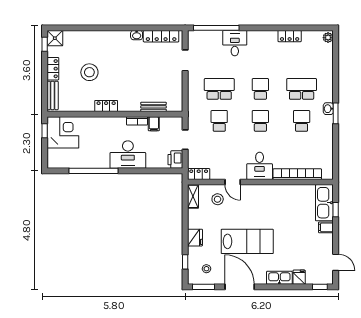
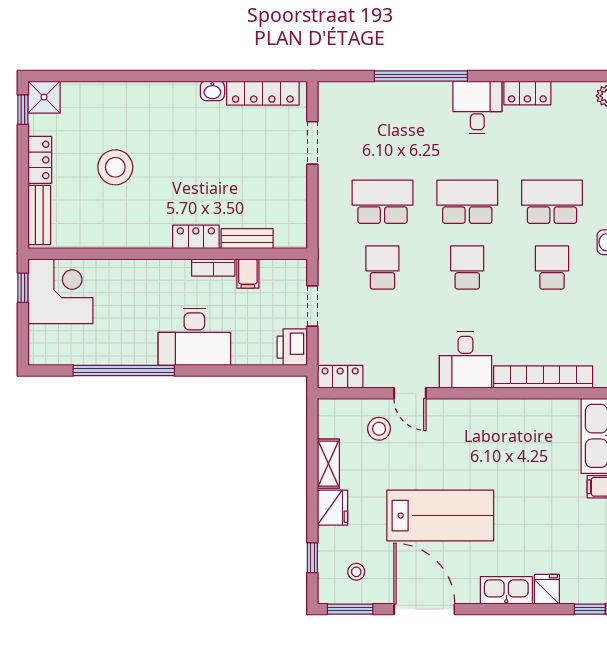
window: (216, 28) -> (421, 76), moved
desk: (235, 43) -> (477, 107), moved
school desk: (260, 89) -> (467, 202), width x1.85
locker: (106, 106) -> (196, 237), moved
shelving: (193, 196) -> (328, 464), moved

